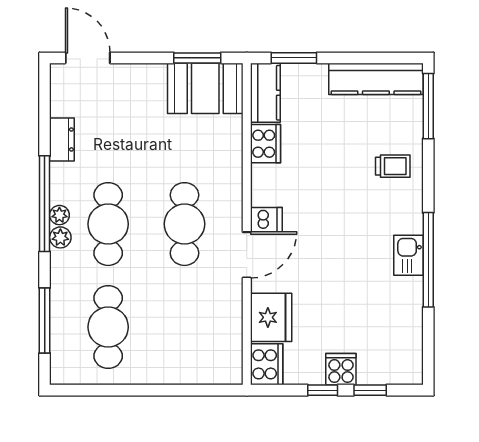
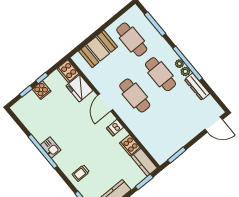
booth: (205, 88) -> (98, 49), moved
dresser: (62, 139) -> (197, 87), width x1.44
dishwasher: (266, 220) -> (115, 128), moved
plant: (60, 237) -> (185, 71), moved

